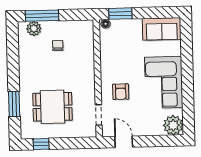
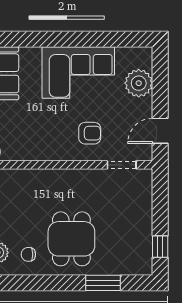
chair: (58, 45) -> (28, 254), moved
dining table: (53, 107) -> (71, 239), moved
plant: (173, 125) -> (139, 83), moved

